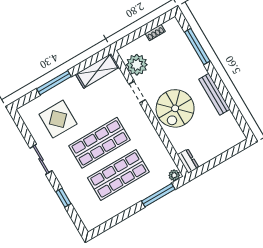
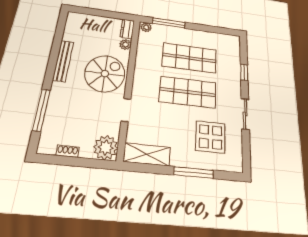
plant: (137, 65) -> (106, 148), moved
plant: (179, 146) -> (125, 45), added

